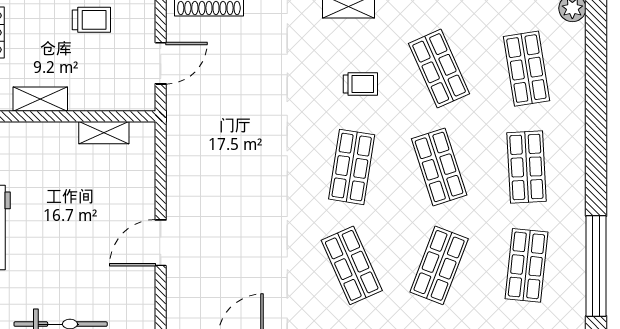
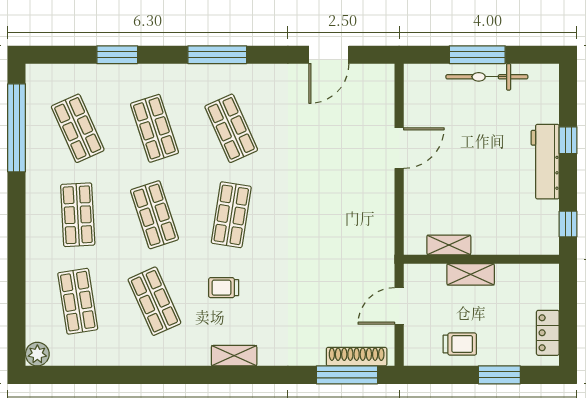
trolley: (91, 20) -> (460, 344), turned 180
shelving: (40, 99) -> (471, 274), moved
shop shelf: (439, 265) -> (154, 128), turned -39
shop shelf: (526, 265) -> (78, 128), turned -30

